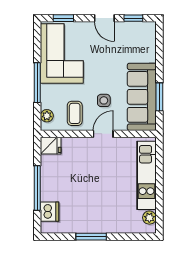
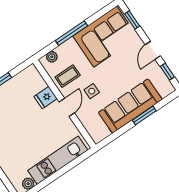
sofa: (142, 97) -> (130, 106), moved
window: (159, 97) -> (144, 115), moved
door: (103, 134) -> (67, 107), hinge flipped
fridge: (51, 146) -> (46, 98), moved, turned 90

